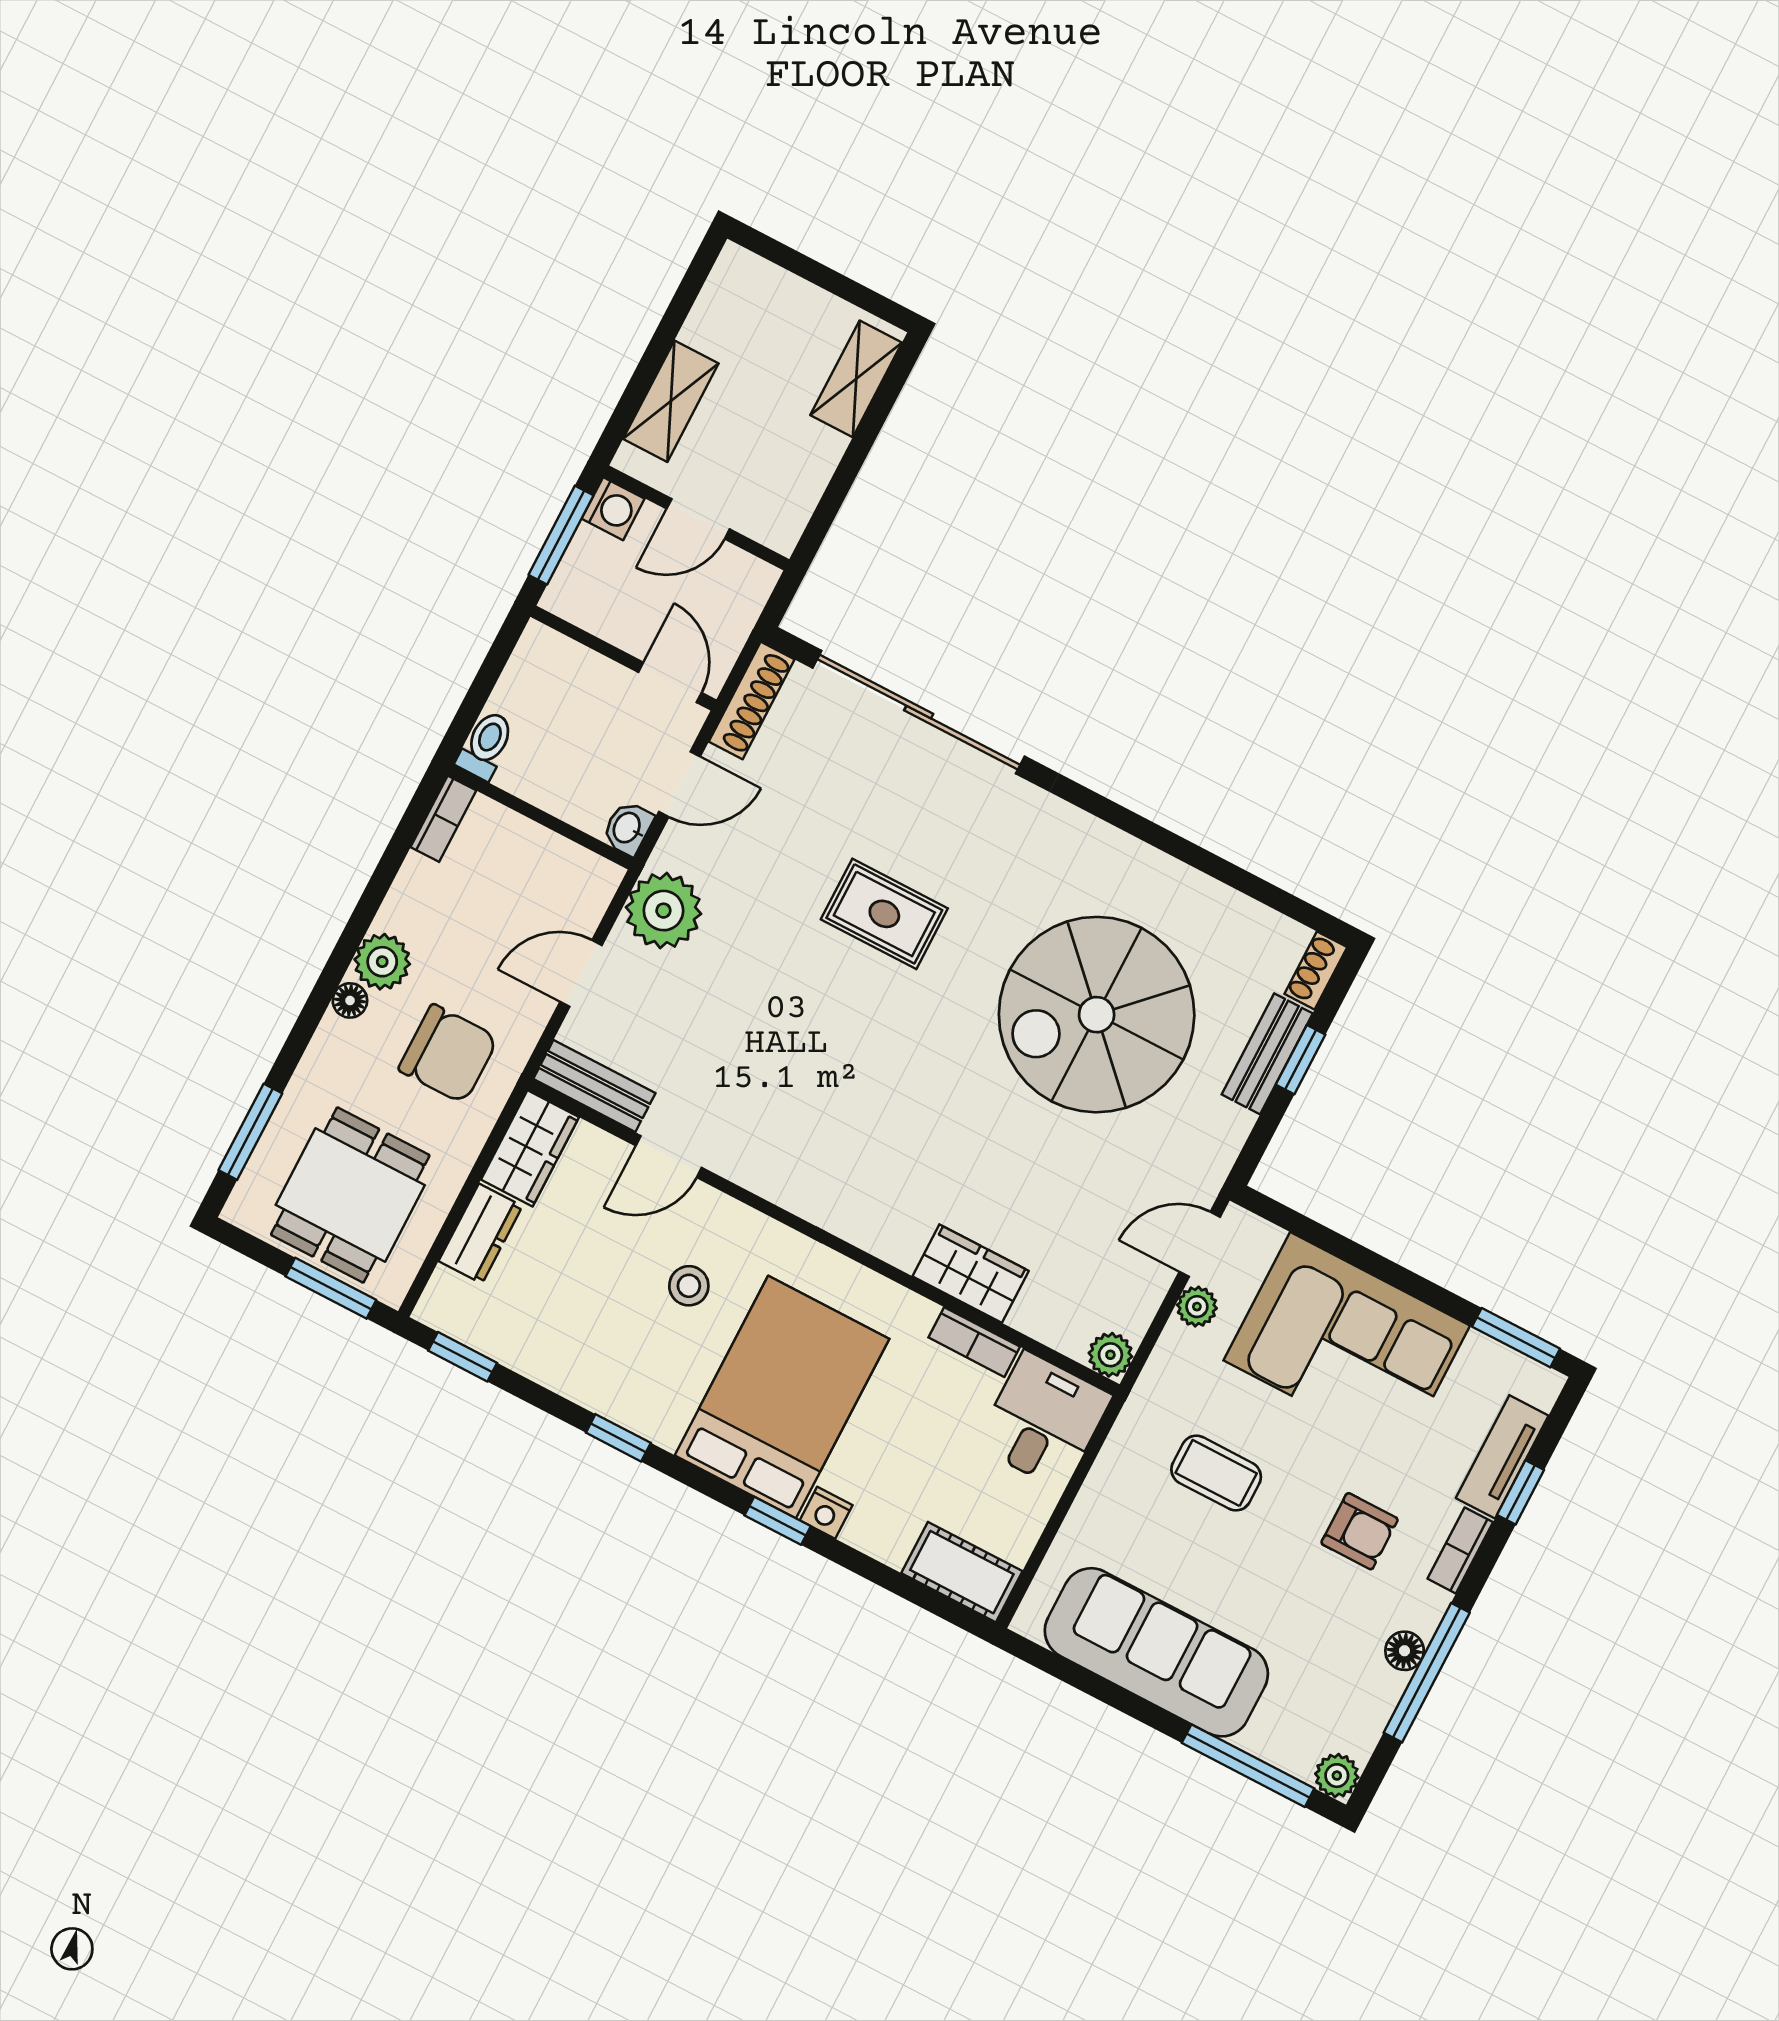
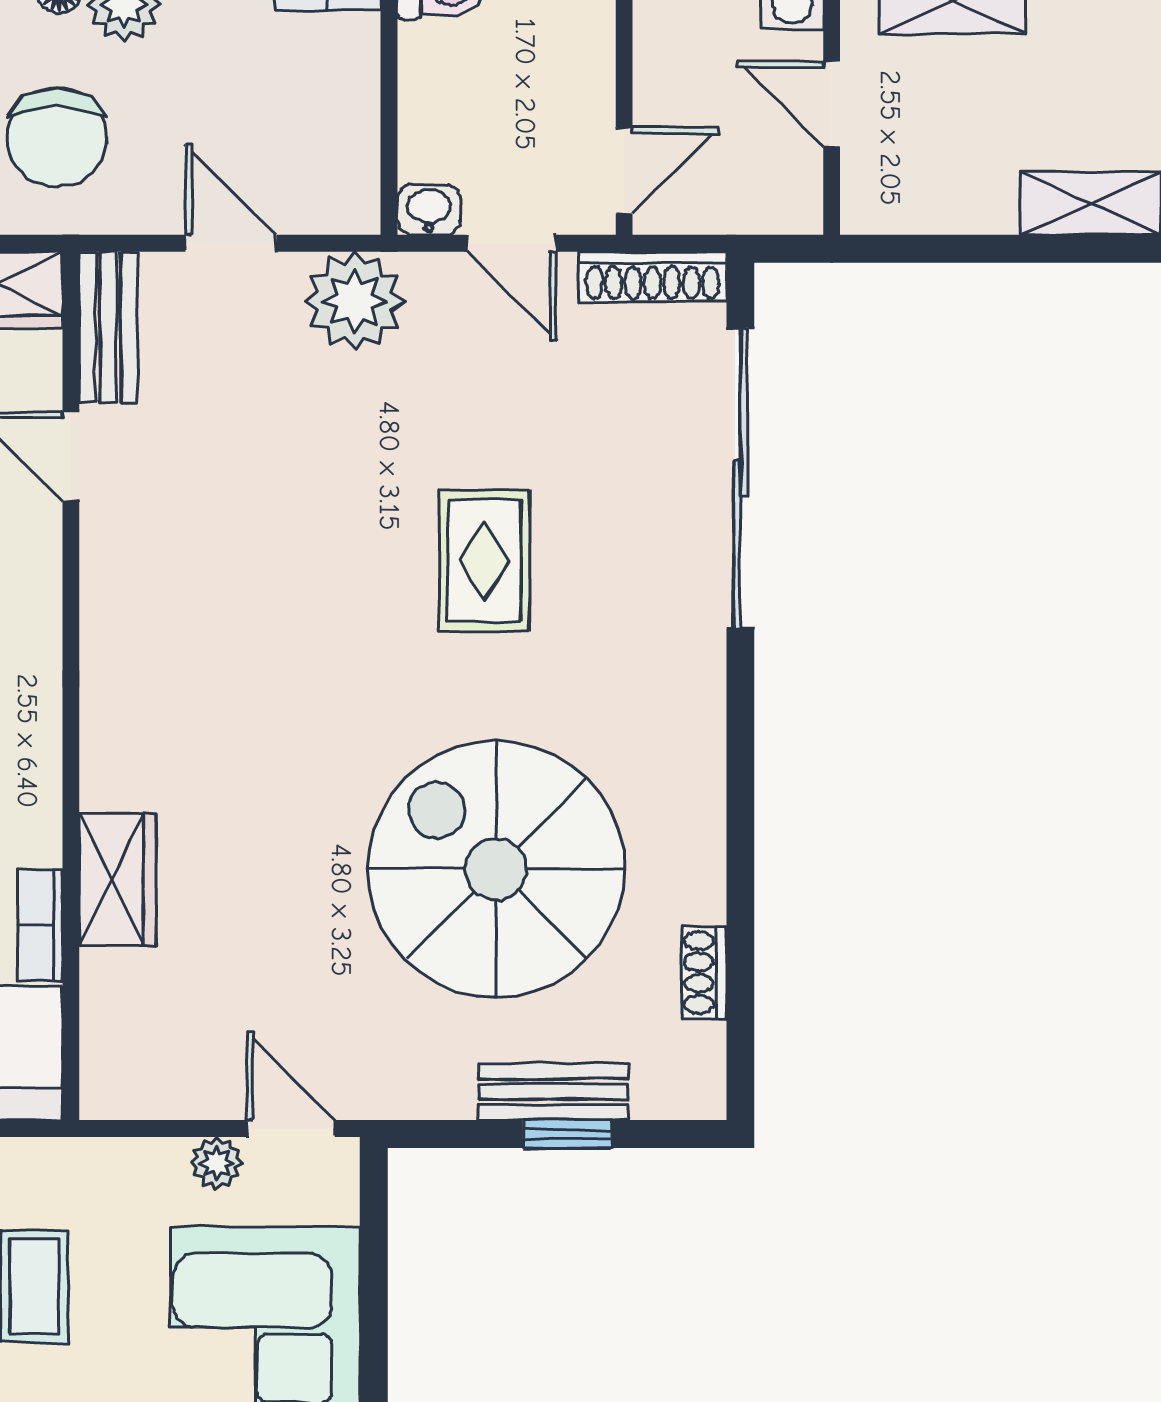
shoe rack: (1316, 970) -> (704, 973), moved, turned -90
plant: (1110, 1355) -> (108, 1092), removed

